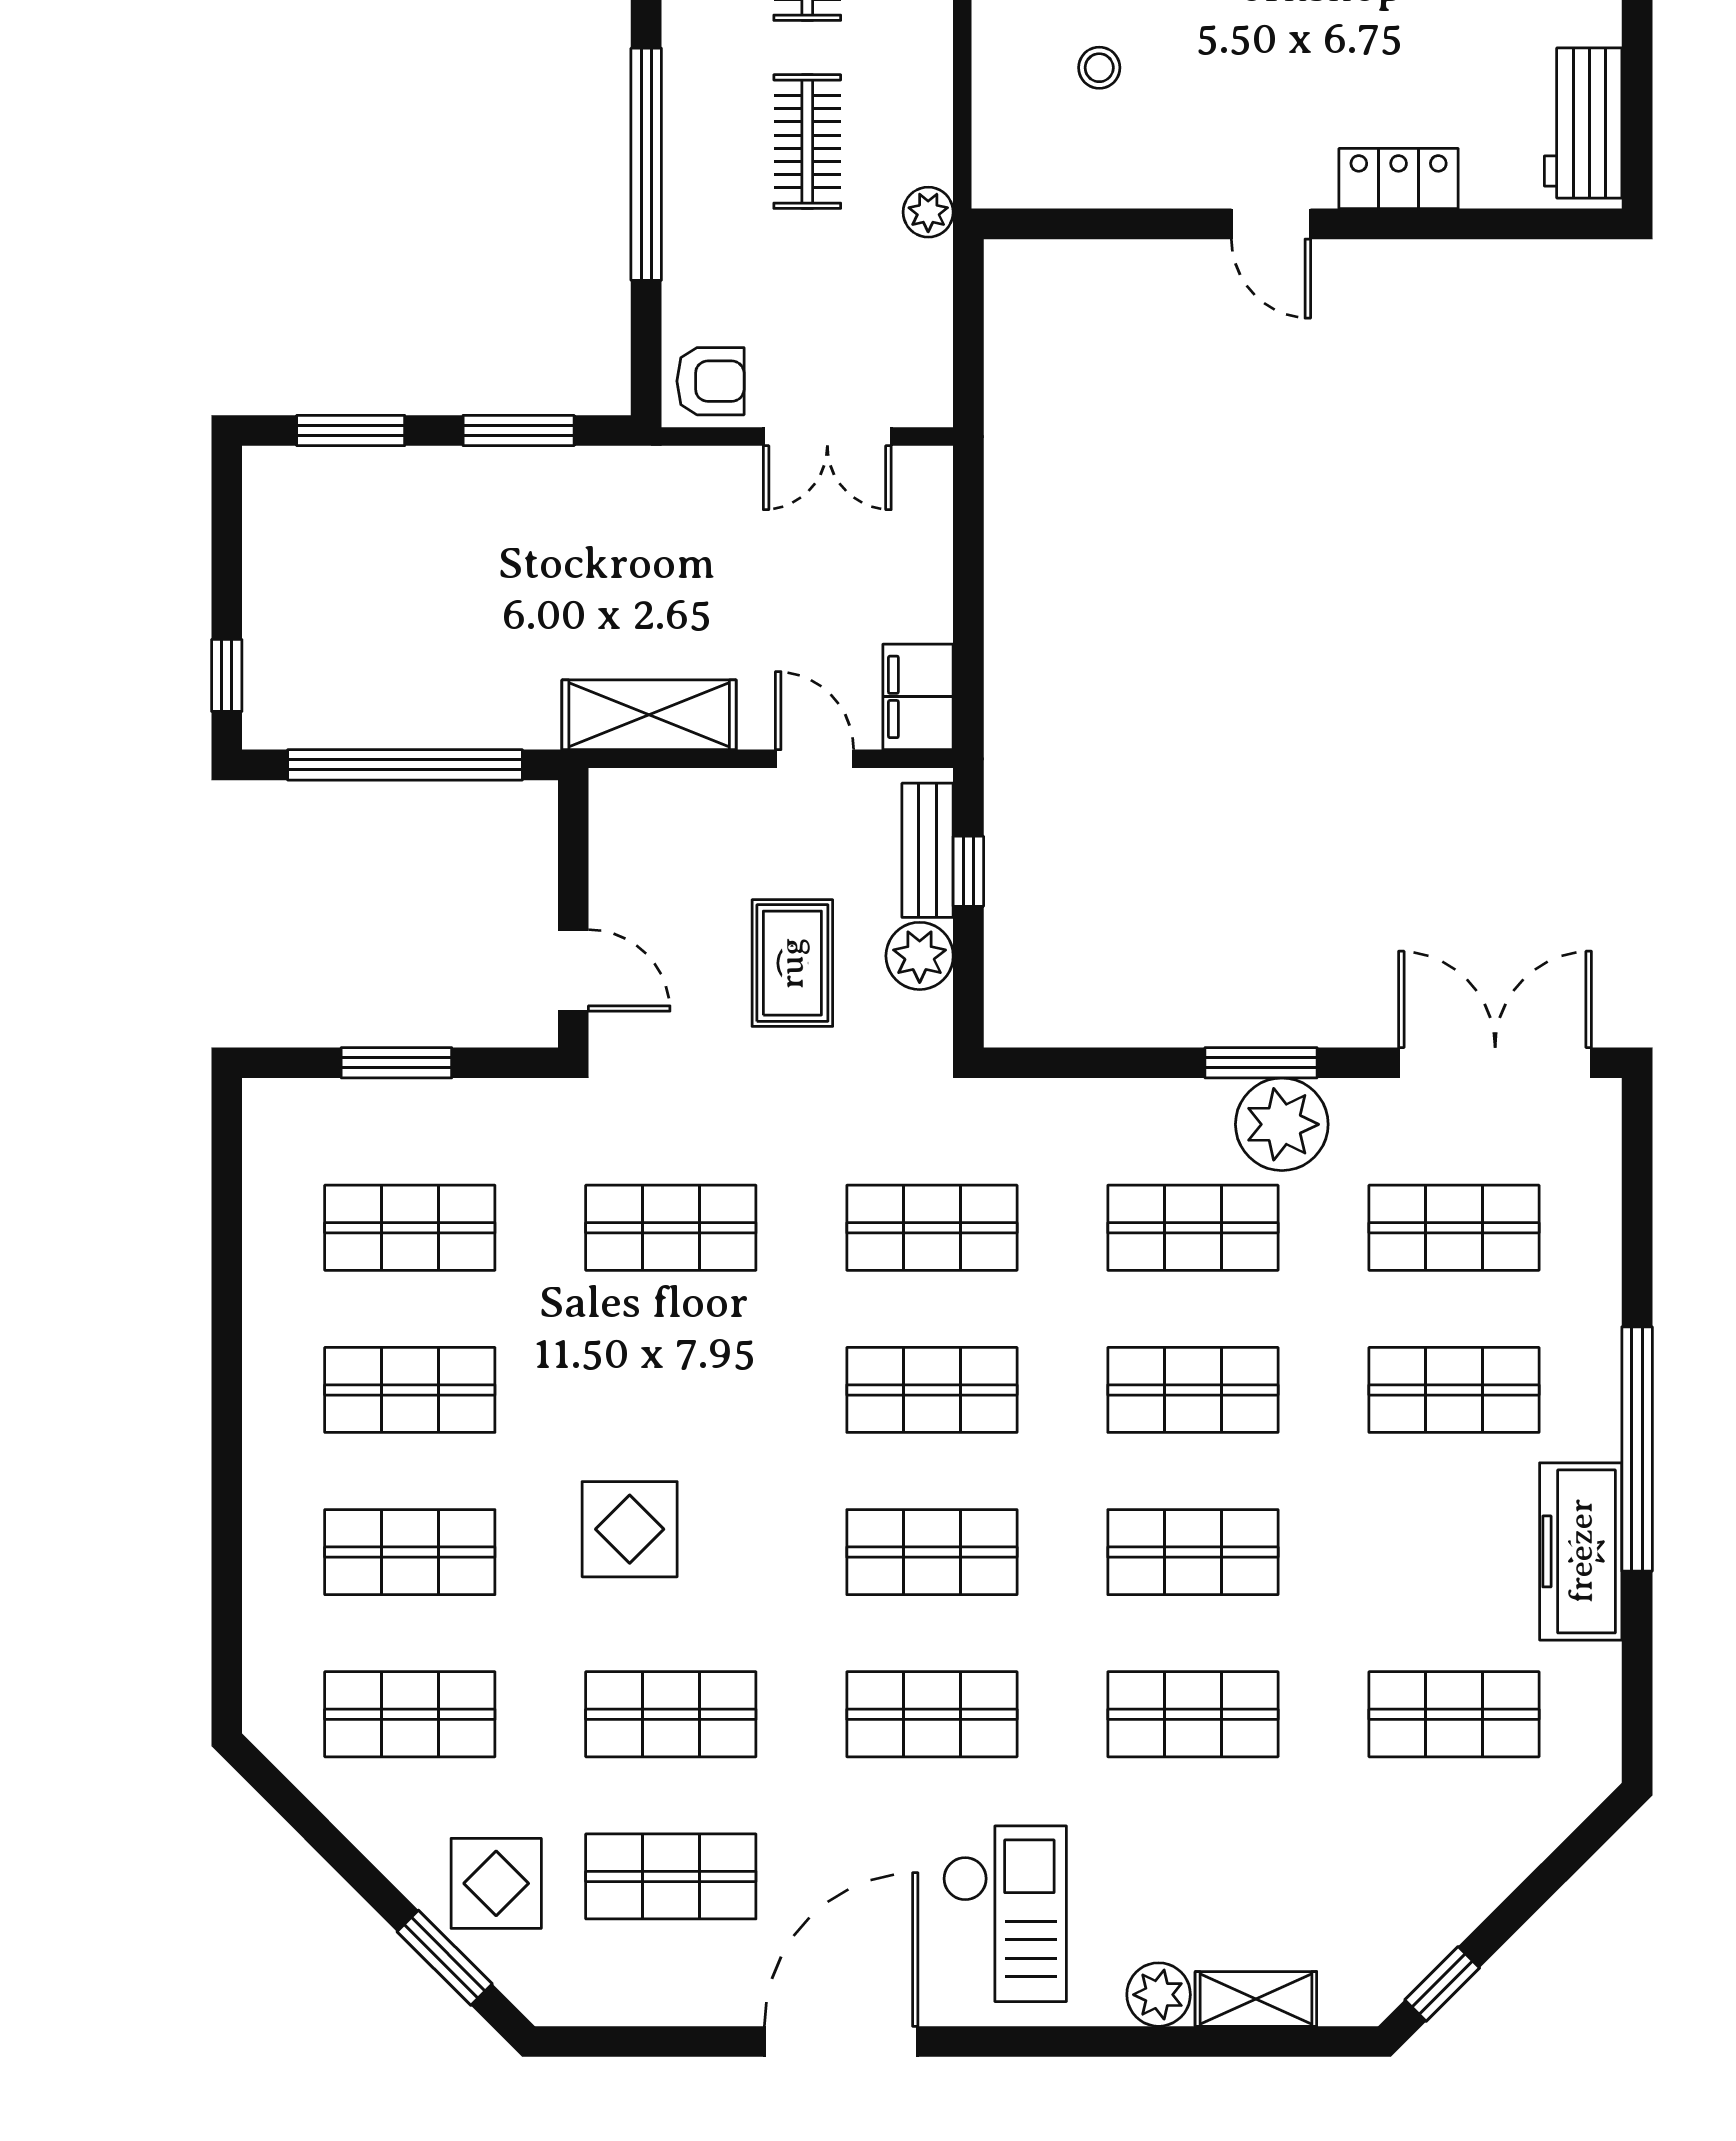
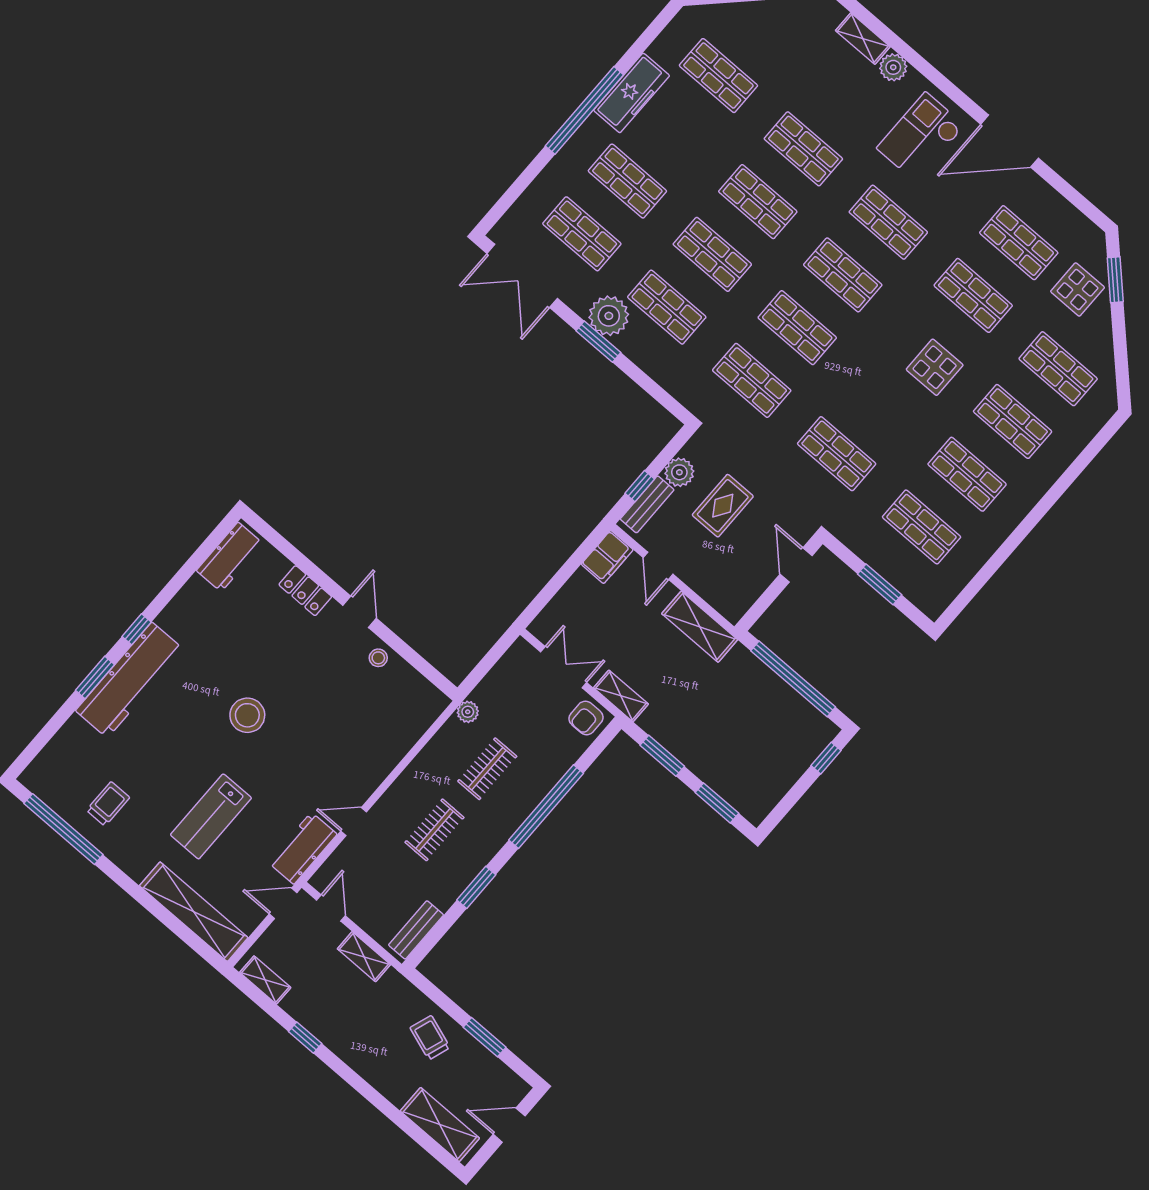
stool: (1099, 68) -> (378, 658), moved
armchair: (710, 381) -> (586, 718), turned -90
shelving: (682, 473) -> (621, 696), added

